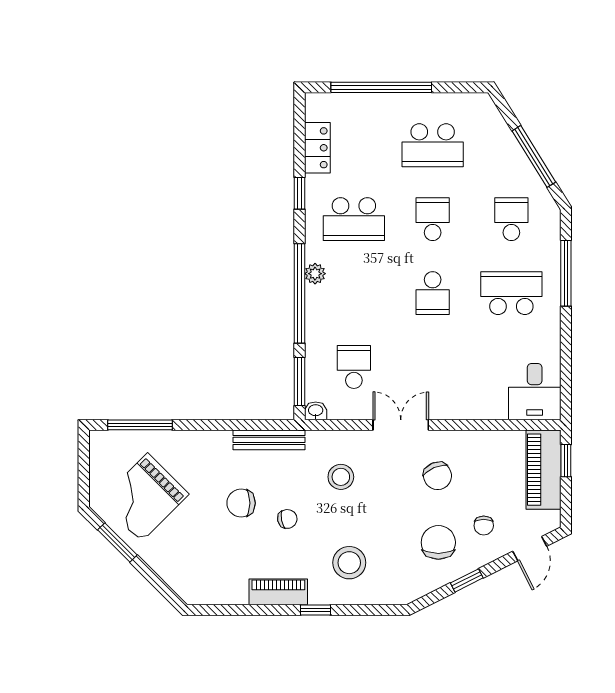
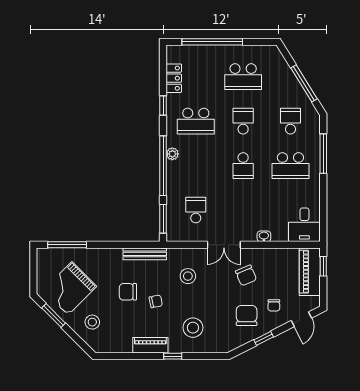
school desk: (511, 293) -> (290, 166), turned 180
washbasin: (316, 411) -> (264, 236), moved
double door: (401, 425) -> (224, 245), swing flipped
stool: (182, 553) -> (92, 322), added

